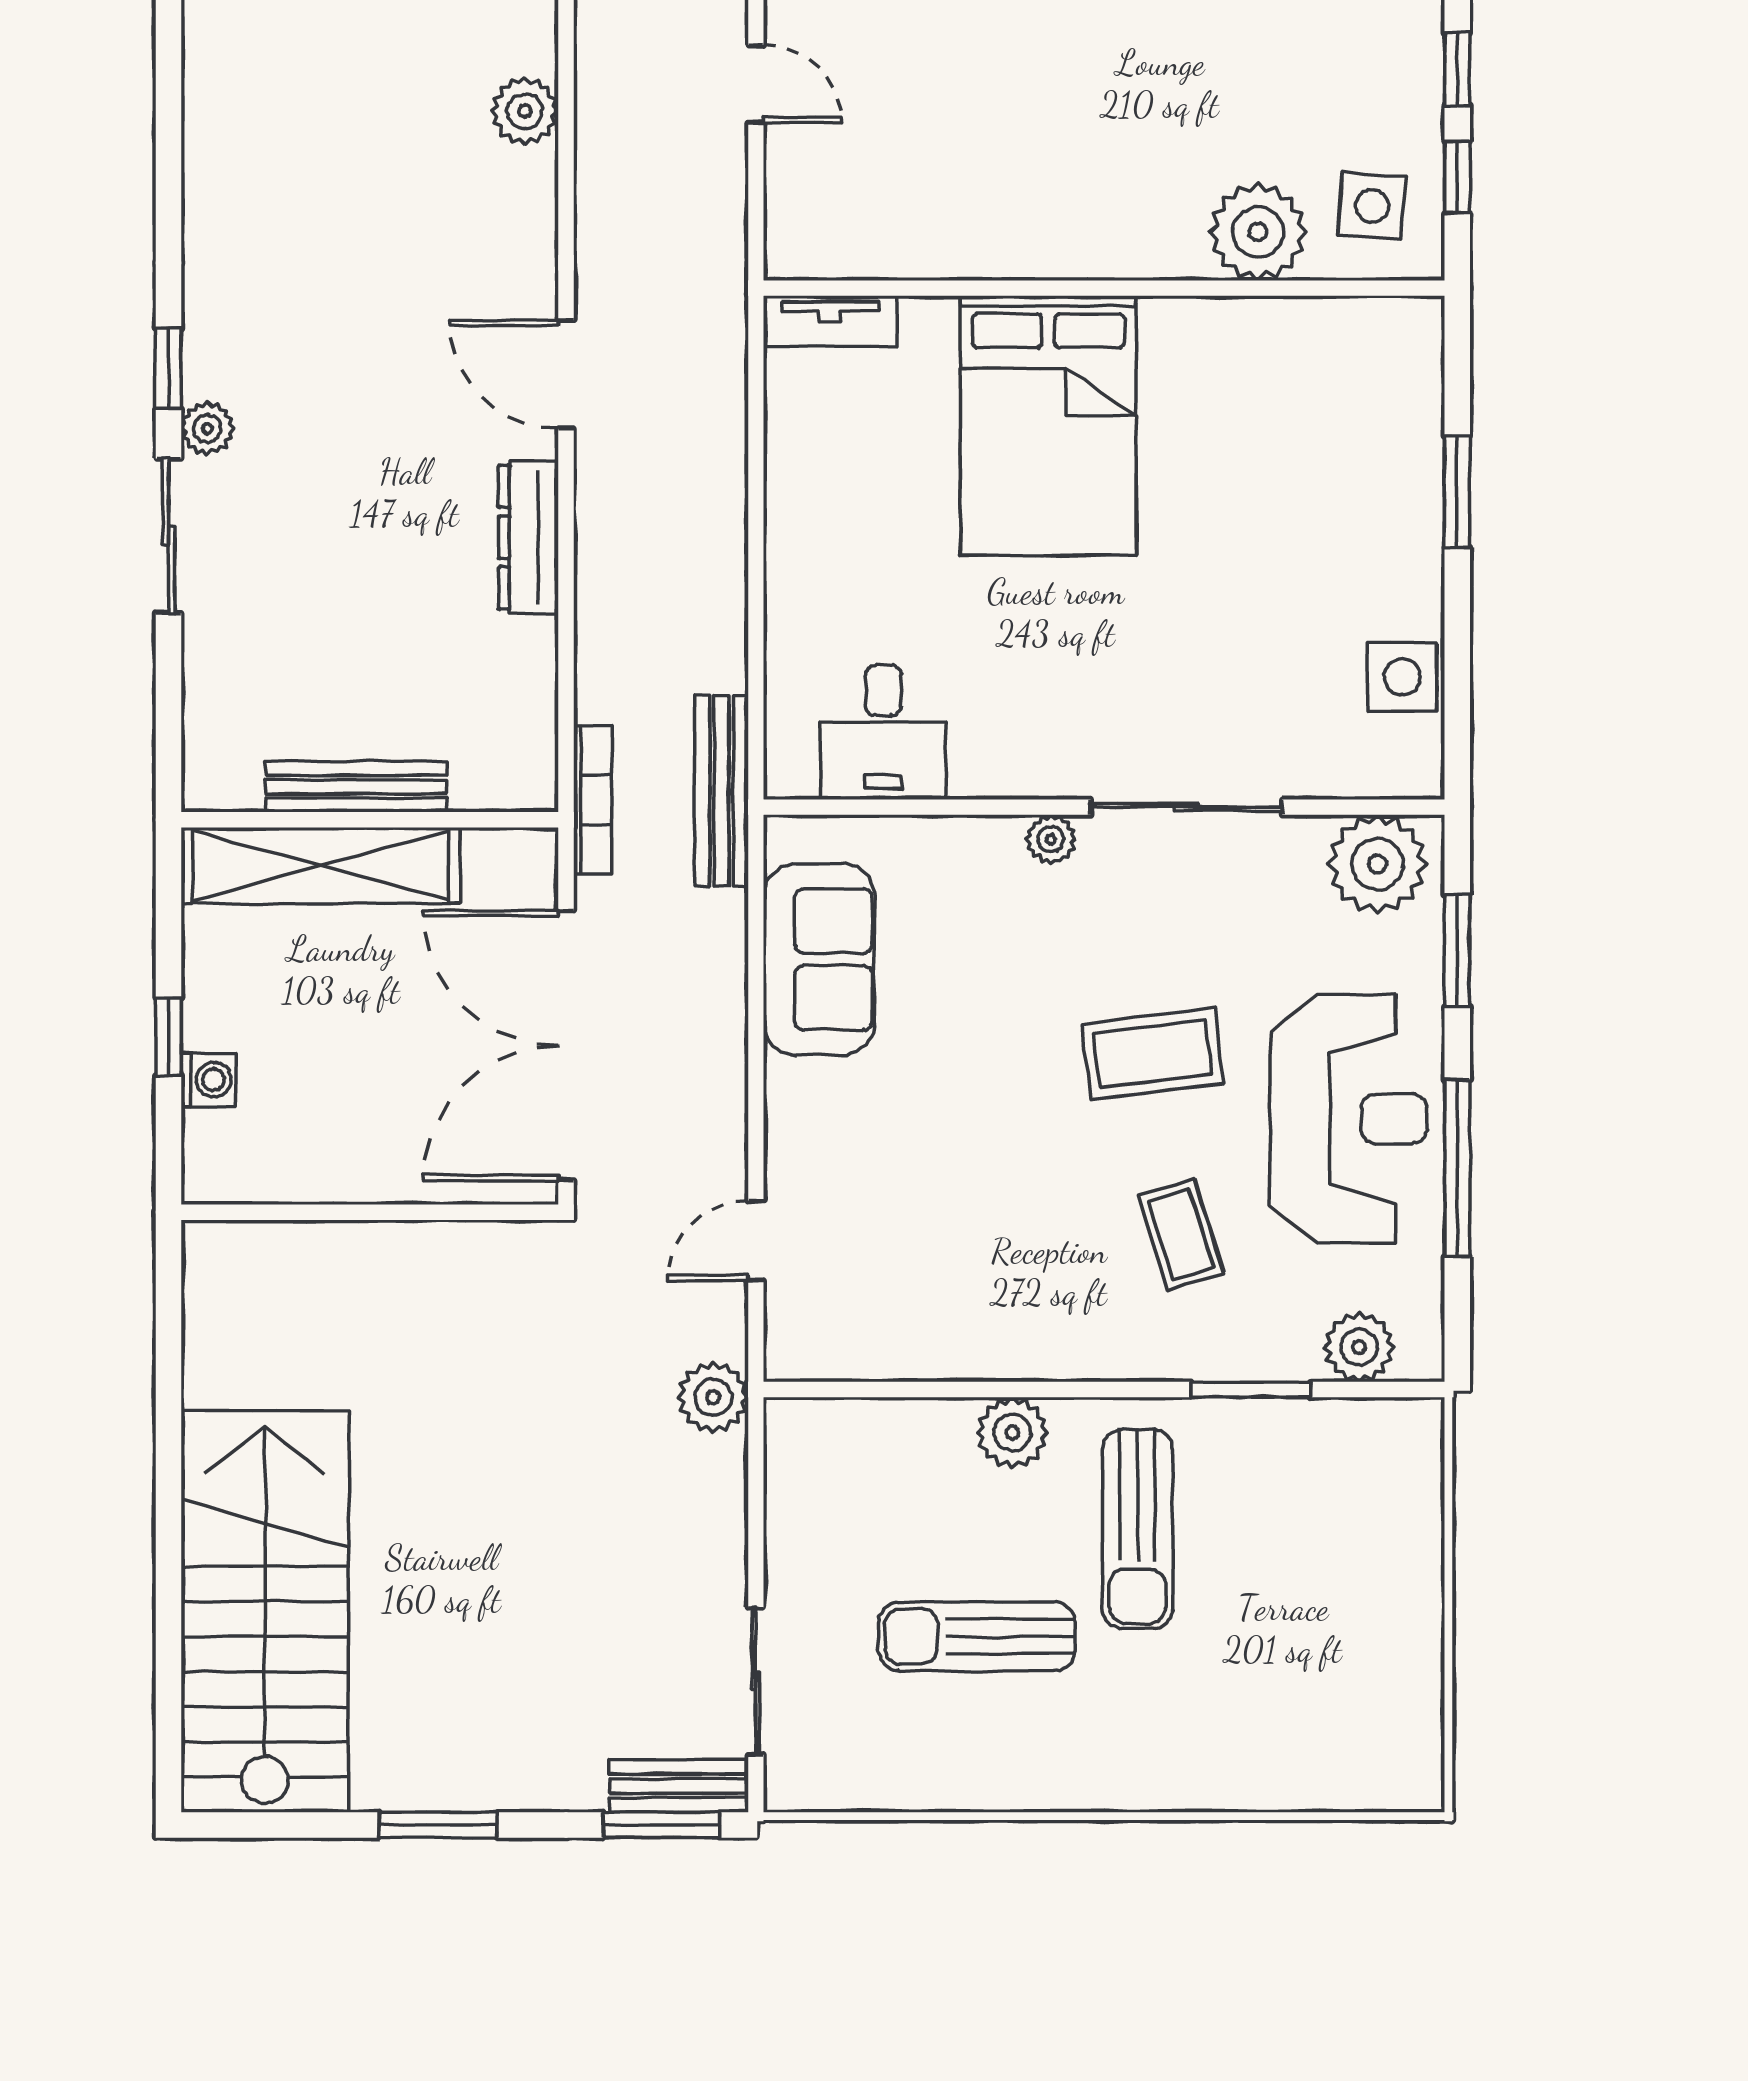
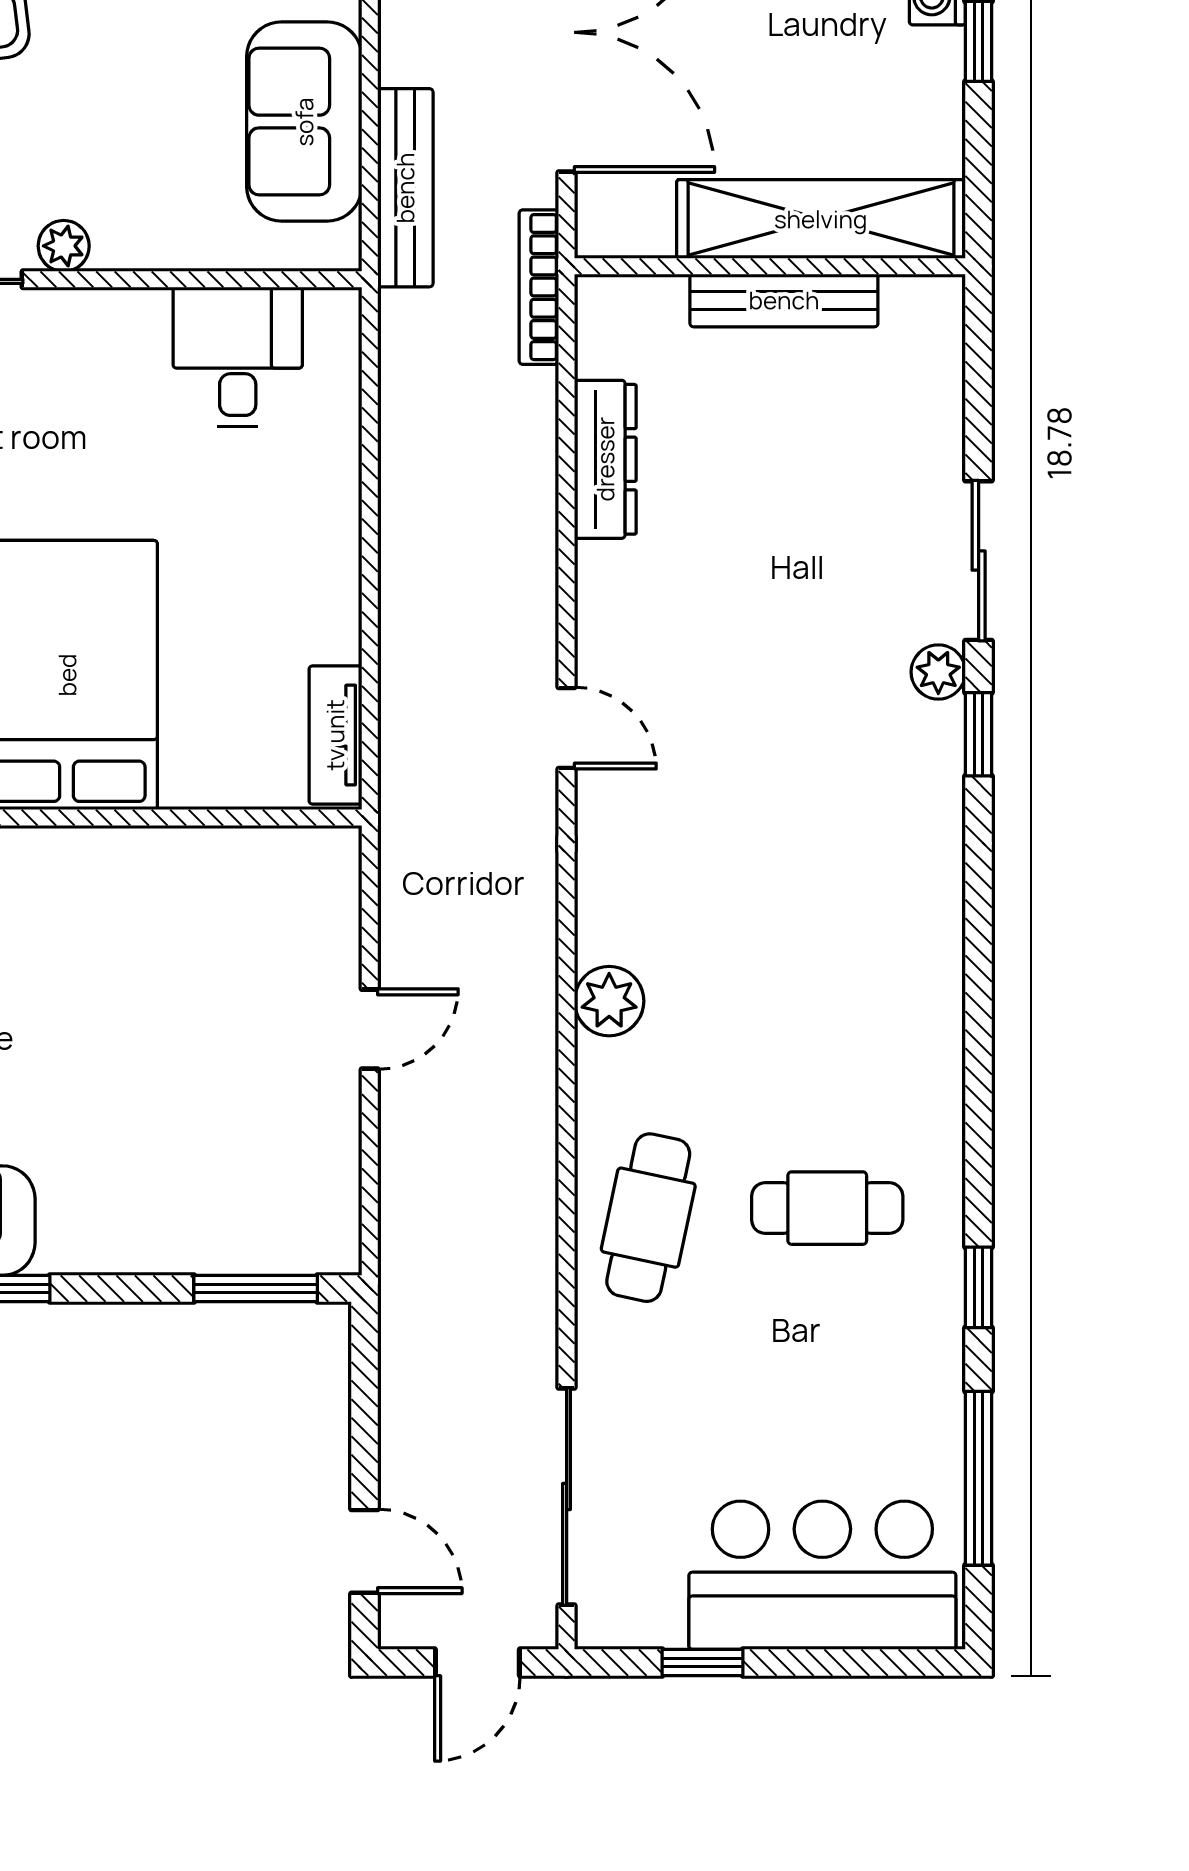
door: (756, 84) -> (370, 1029), swing flipped
tv unit: (830, 321) -> (335, 735), moved, turned -90
door: (566, 374) -> (567, 728), width x0.73
dresser: (529, 537) -> (605, 459), moved
bench: (722, 791) -> (405, 188), moved

